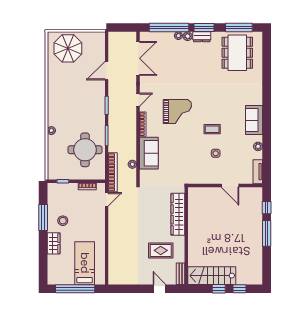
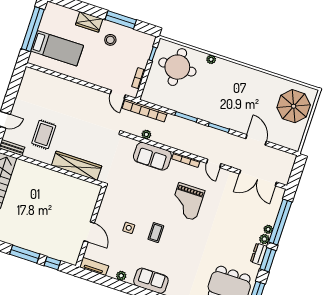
round table: (85, 150) -> (177, 67), moved
door: (230, 185) -> (89, 232), swing flipped

